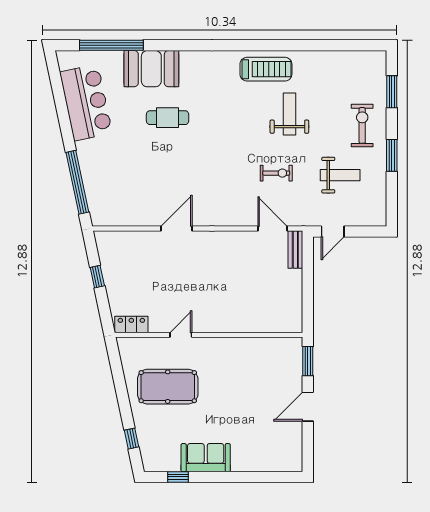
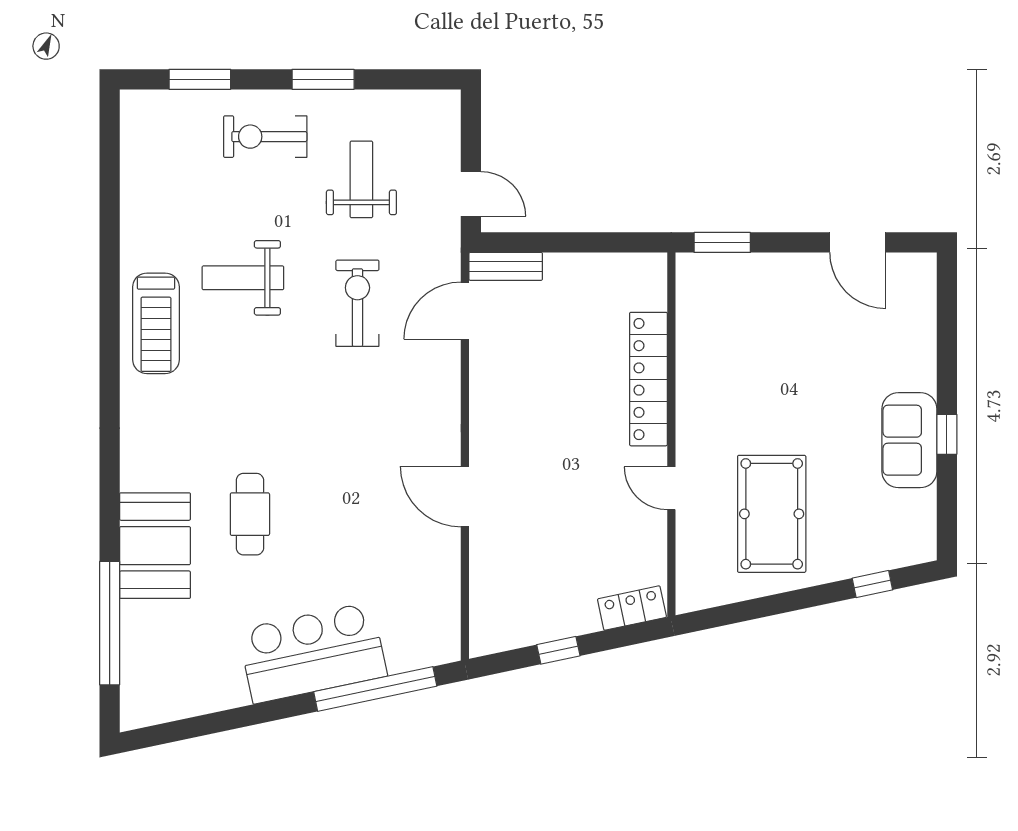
treadmill: (266, 69) -> (156, 323), turned 180
bar counter: (86, 103) -> (313, 653), moved
exercise bike: (276, 173) -> (357, 303), width x1.38, depth x1.39
locker: (237, 323) -> (648, 379), added
locker: (131, 324) -> (632, 608), moved, turned 78
door: (308, 407) -> (858, 242), moved
window: (178, 477) -> (947, 434), moved

